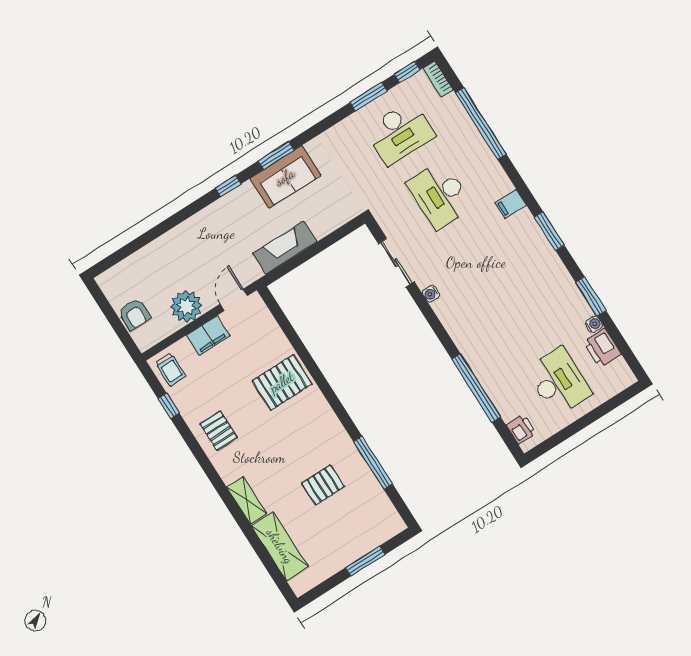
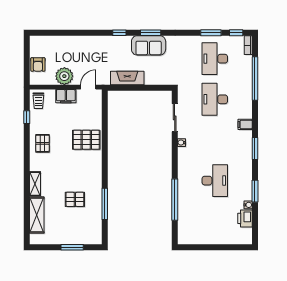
desk: (400, 133) -> (215, 59), turned 90
desk: (559, 382) -> (215, 181), moved
printer: (521, 429) -> (183, 232), removed

